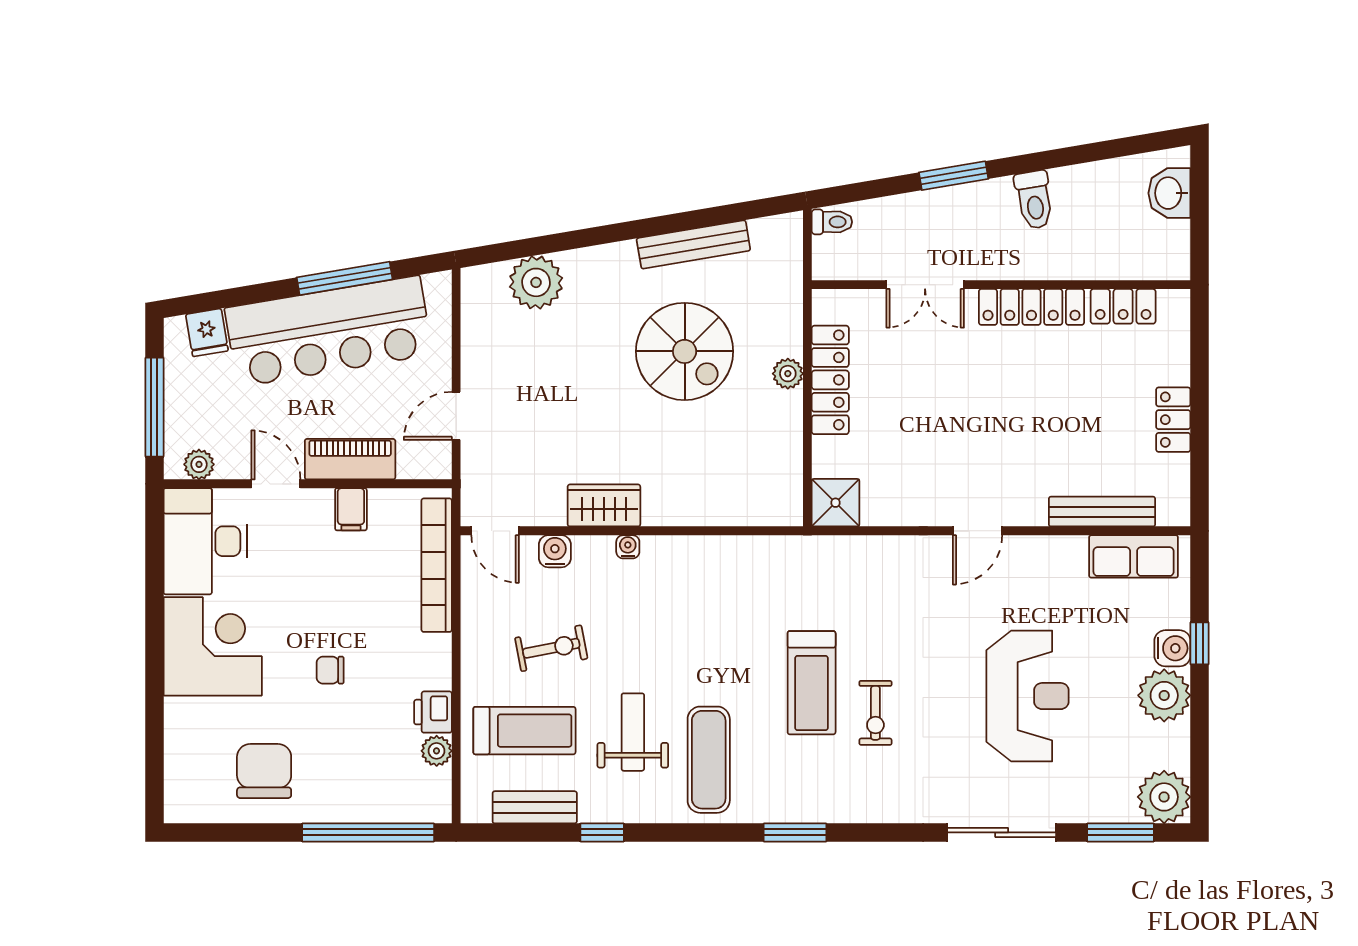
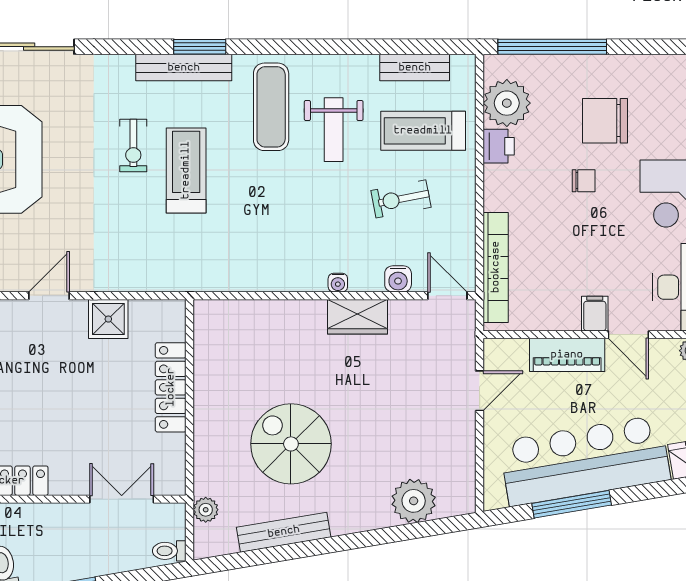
double door: (925, 285) -> (122, 499), moved
plant: (788, 374) -> (206, 510), moved
locker: (830, 380) -> (171, 387), moved
shower: (835, 503) -> (108, 319), moved
filing cabinet: (351, 509) -> (595, 314), moved
exercise bike: (875, 713) -> (133, 146), turned 180
plant: (437, 751) -> (507, 103), width x1.88, depth x1.88
chair: (264, 771) -> (605, 121), moved, turned 90
bench: (814, 807) -> (184, 68), added
window: (602, 832) -> (359, 47), removed

